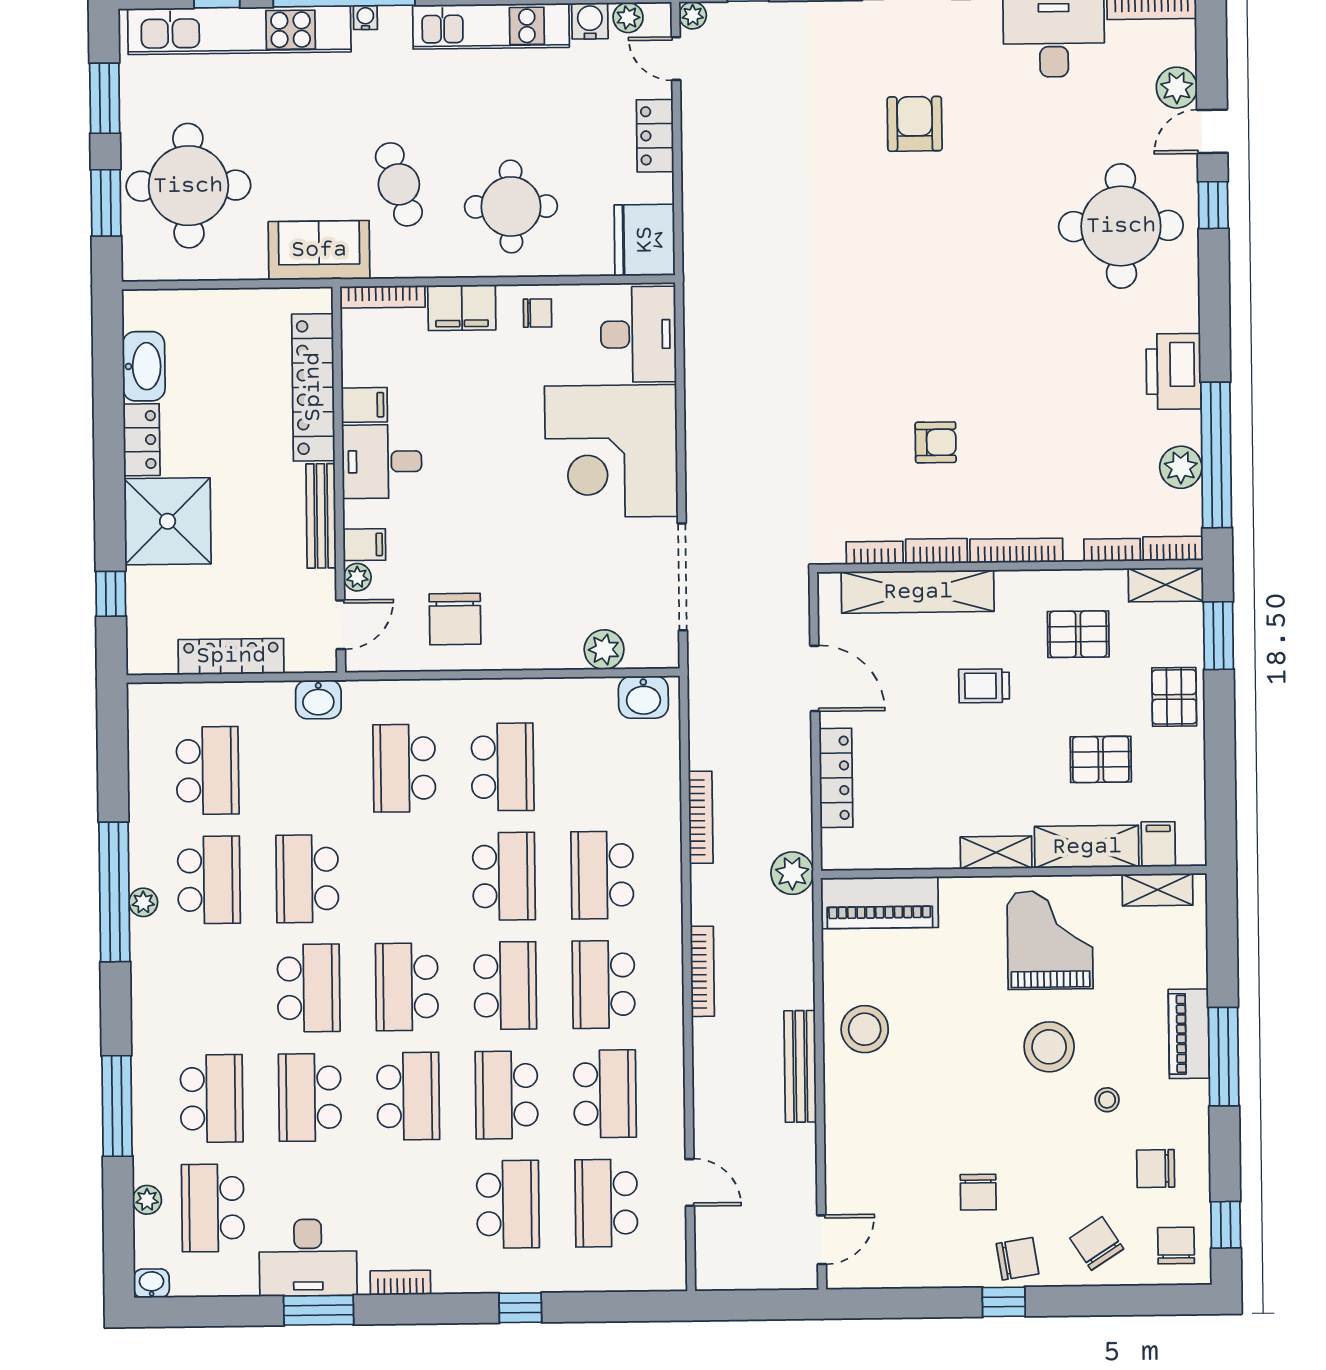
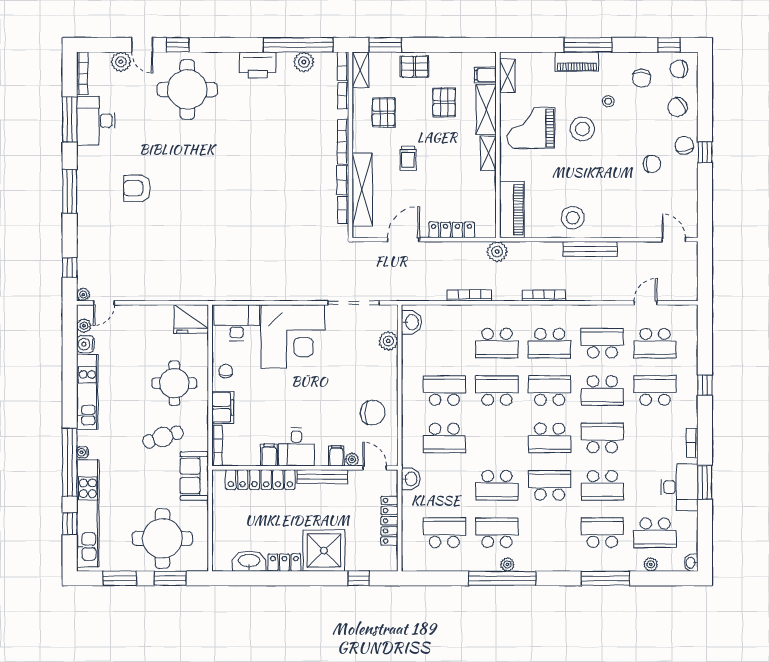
locker: (655, 136) -> (141, 313), removed
armchair: (936, 442) -> (290, 180), removed

